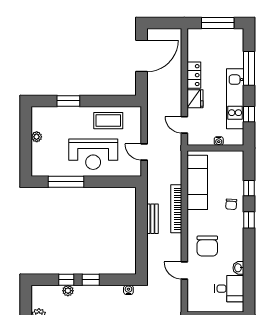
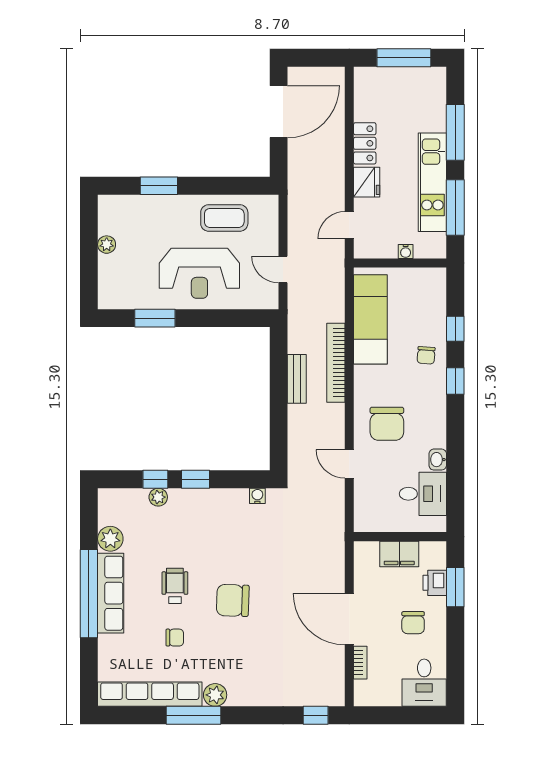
window: (249, 114) -> (455, 207), width x2.17
door: (184, 125) -> (349, 225), hinge flipped
window: (66, 182) -> (155, 318), width x0.69

